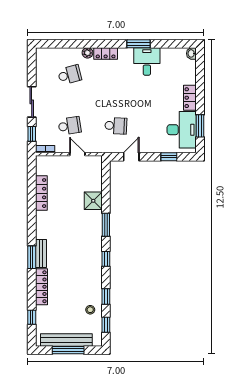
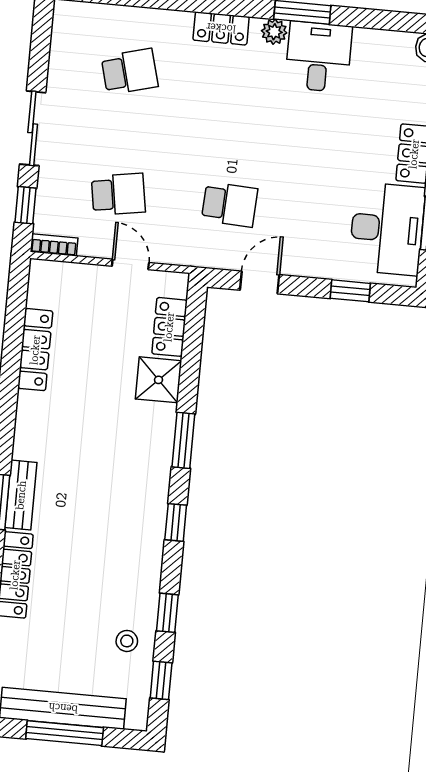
plant: (88, 53) -> (274, 32), moved
locker: (96, 179) -> (169, 327), added

